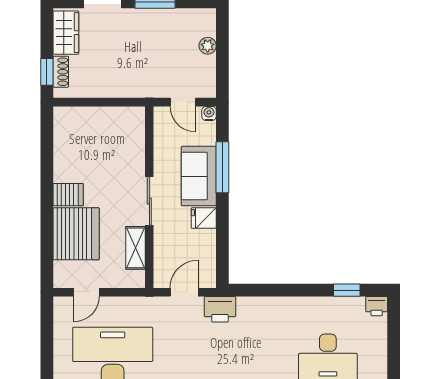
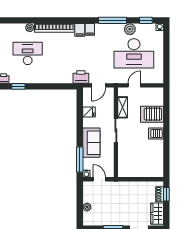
window: (222, 167) -> (80, 160), moved
fridge: (204, 218) -> (89, 112), moved
server rack: (76, 234) -> (152, 114), width x0.62
door: (87, 292) -> (134, 85), moved

